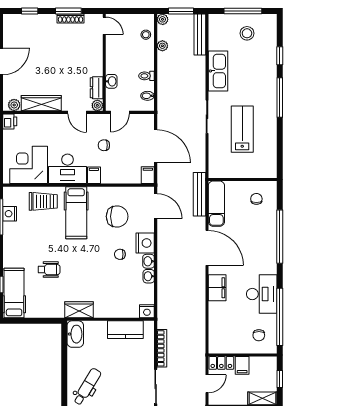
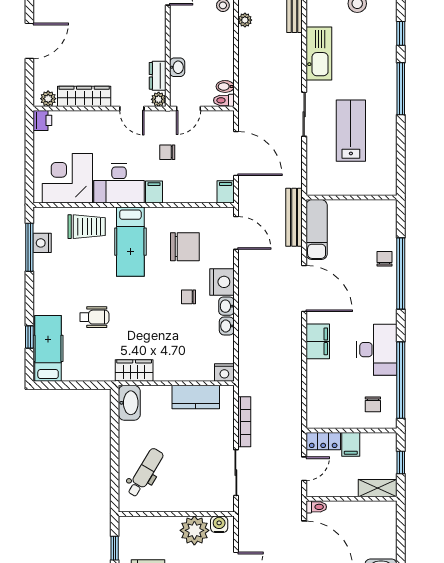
toilet: (147, 76) -> (224, 100), moved
chair: (256, 199) -> (384, 259), moved

